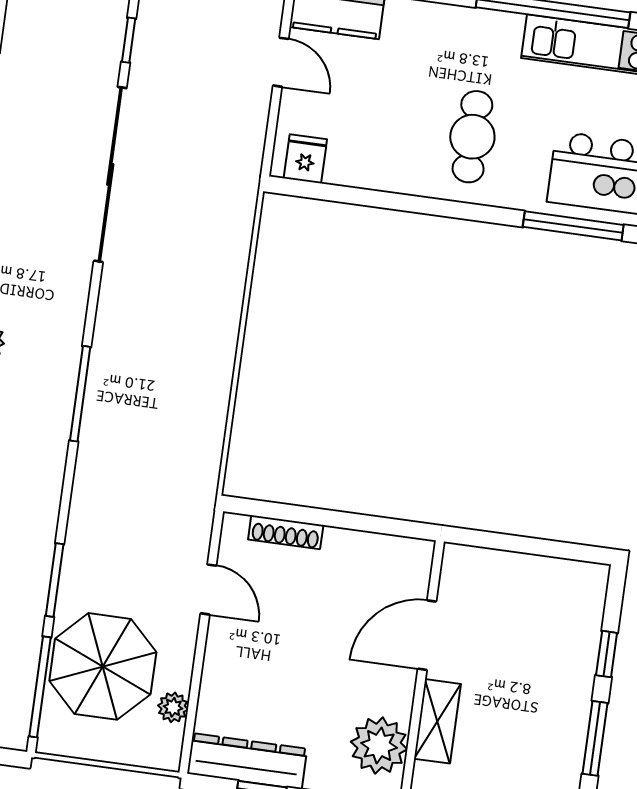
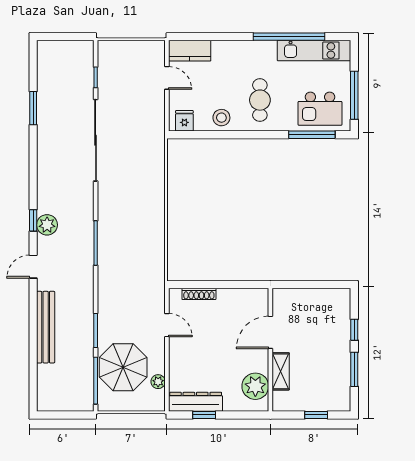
stool: (385, 163) -> (221, 118), added

